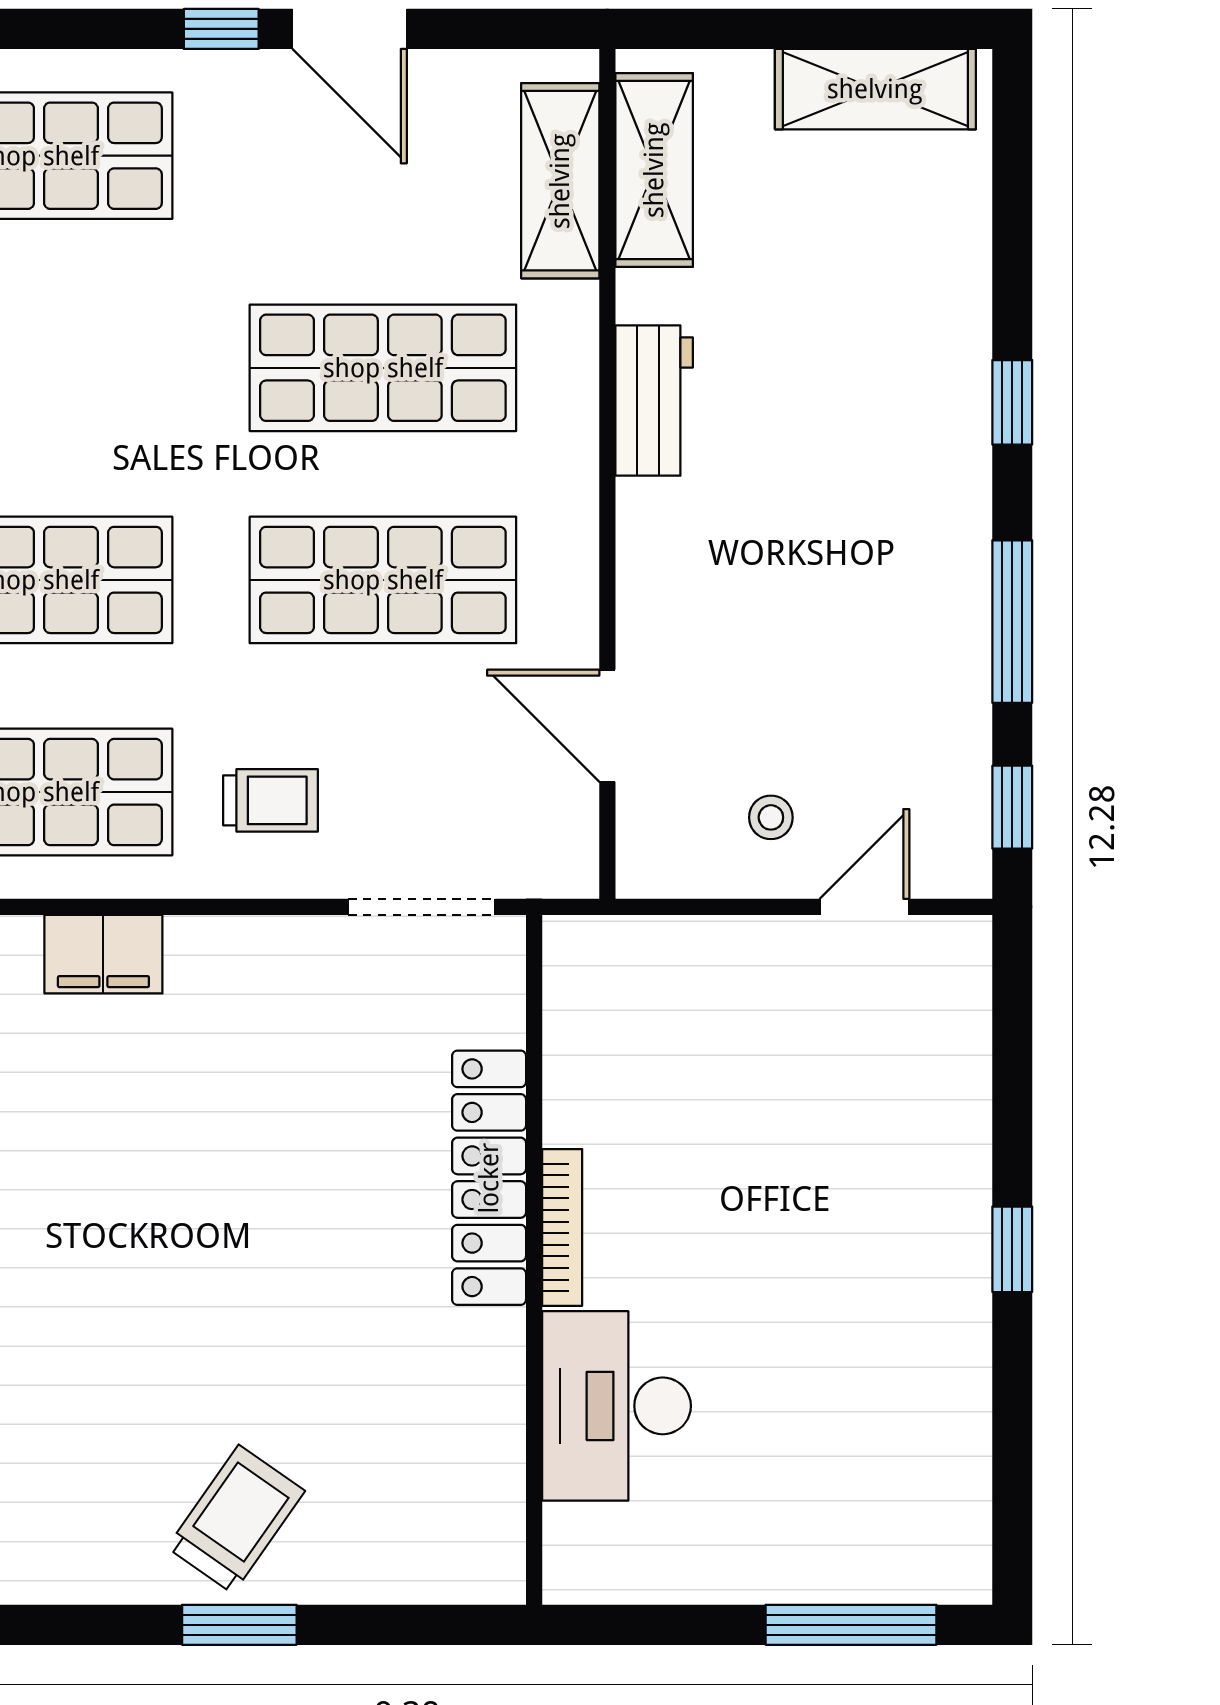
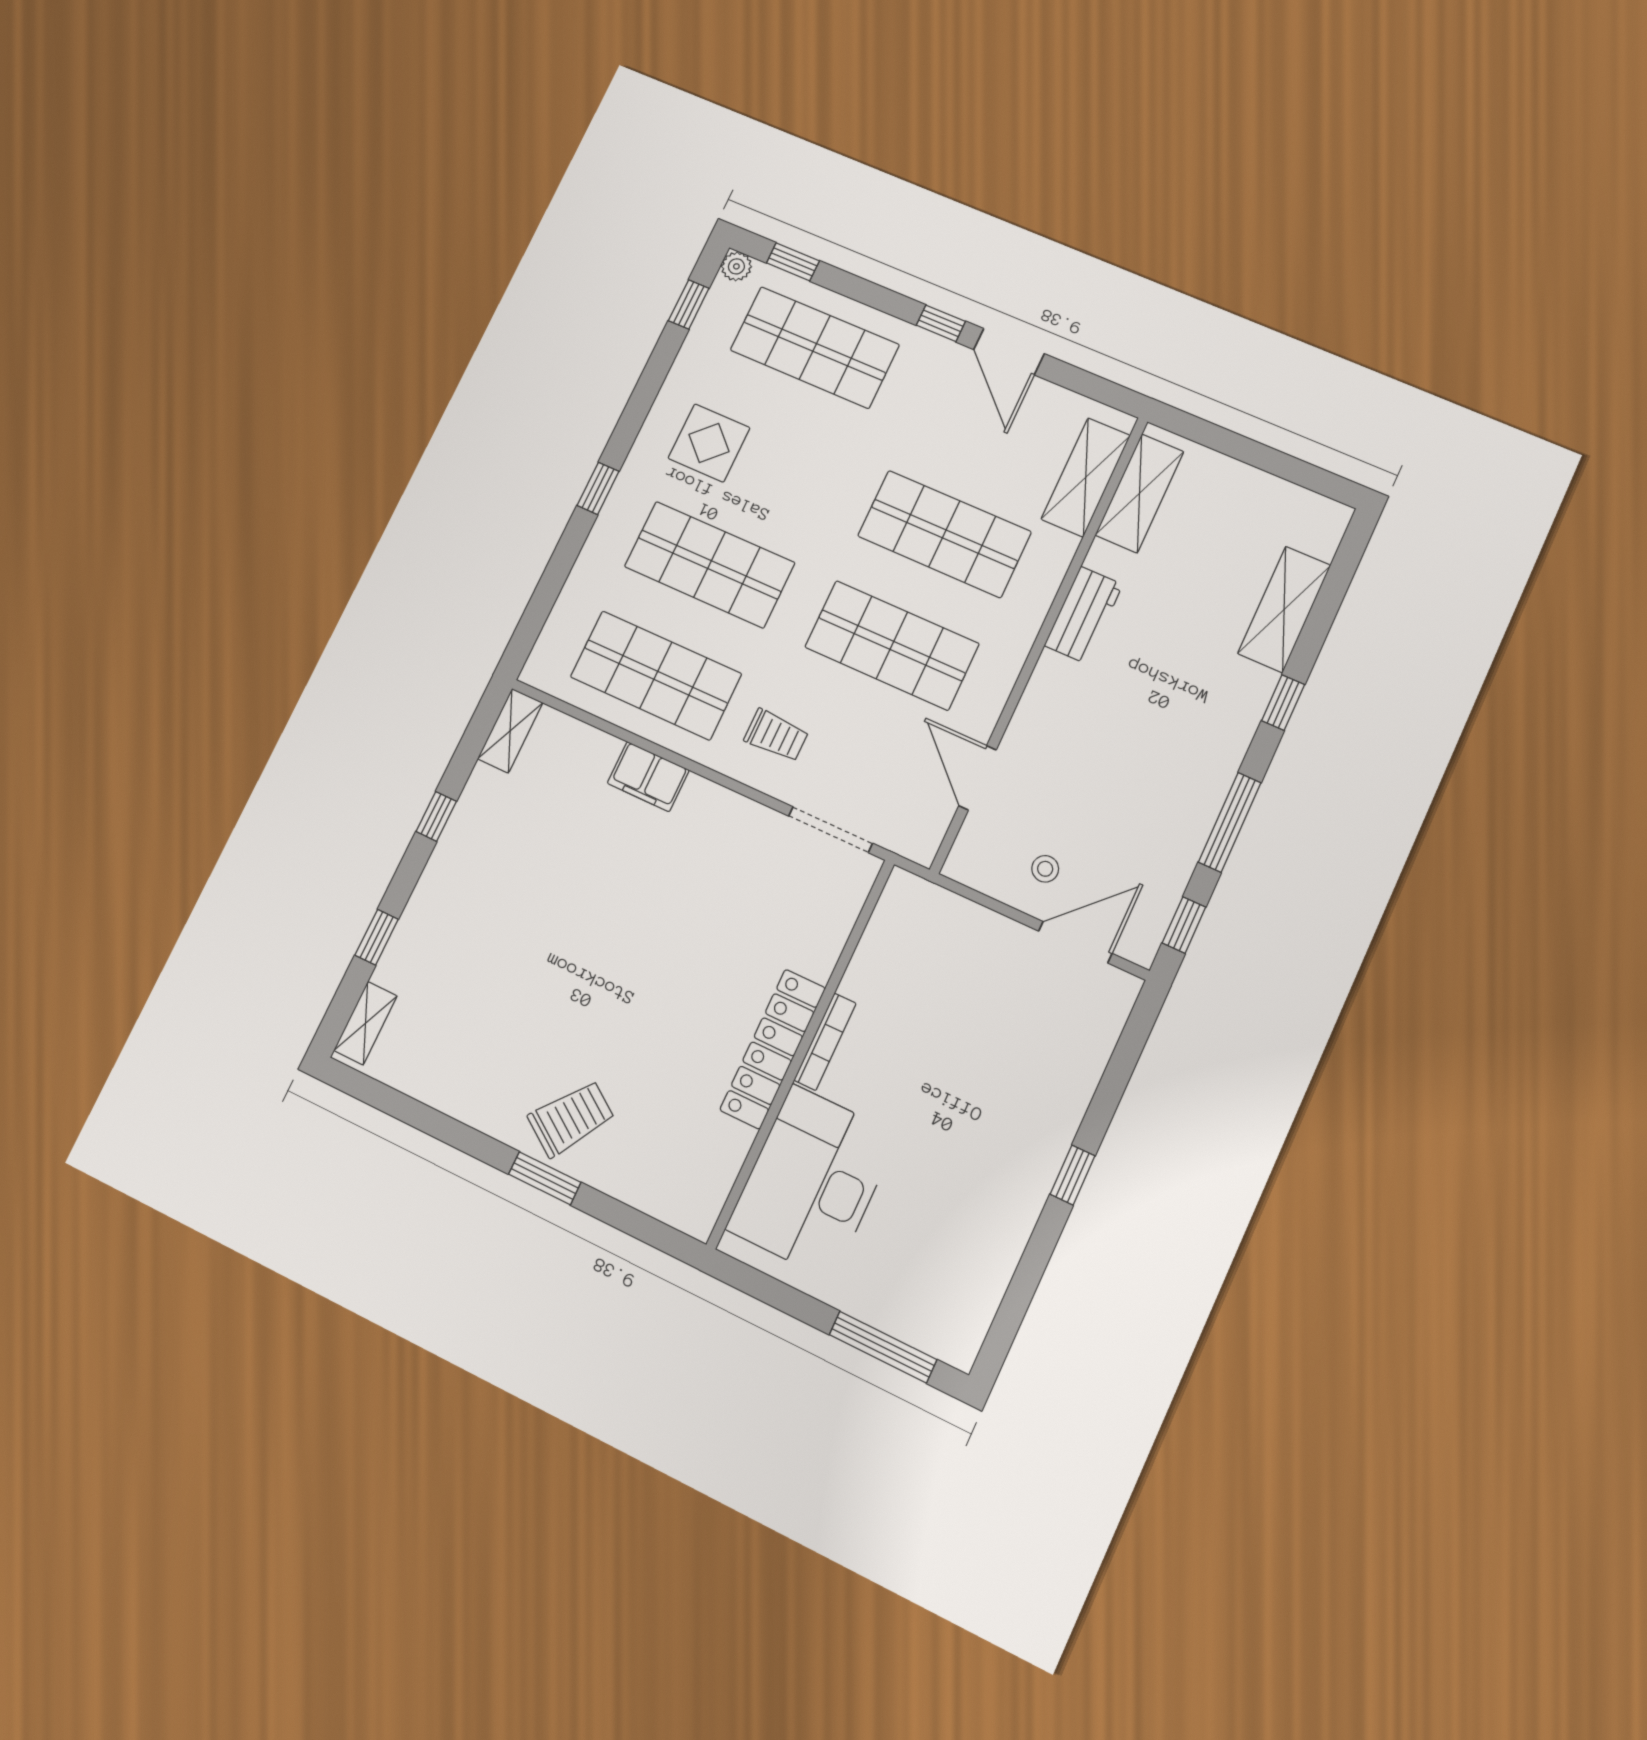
shelving: (875, 89) -> (1284, 609), moved, turned 90
door: (864, 907) -> (1075, 942), width x1.38
locker: (489, 1178) -> (773, 1049), moved
desk: (616, 1406) -> (812, 1182), width x1.36, depth x1.30

